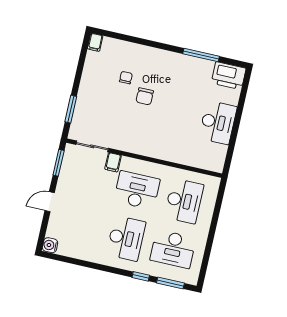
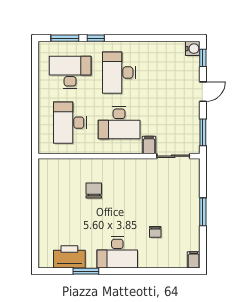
window: (201, 55) -> (86, 271), width x0.69
printer: (229, 76) -> (69, 257), moved
chair: (145, 96) -> (94, 190), moved
window: (71, 109) -> (203, 212), moved
desk: (218, 122) -> (117, 252), moved, turned -90
window: (42, 234) -> (203, 58), added

